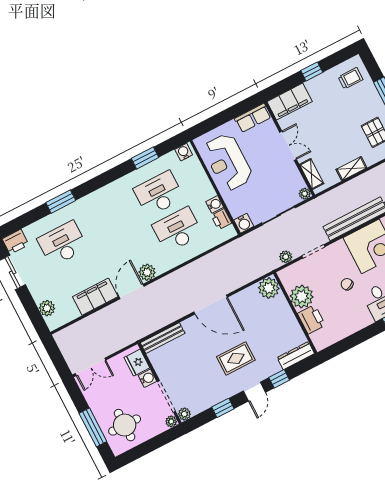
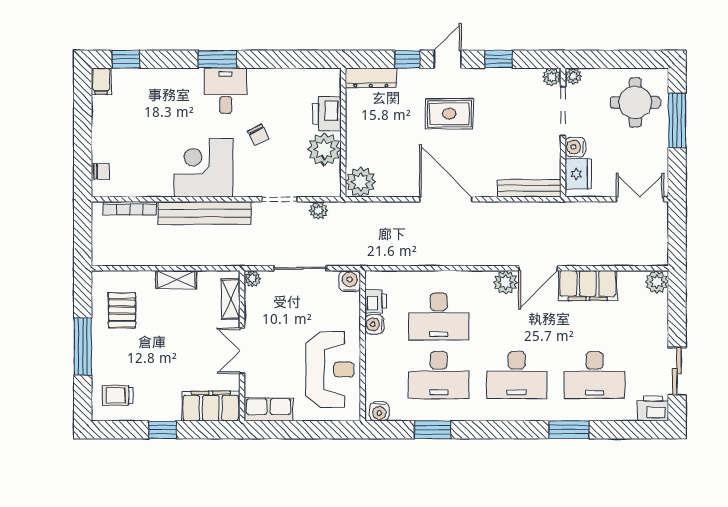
desk: (111, 219) -> (517, 375), added
plant: (47, 308) -> (657, 282), moved

